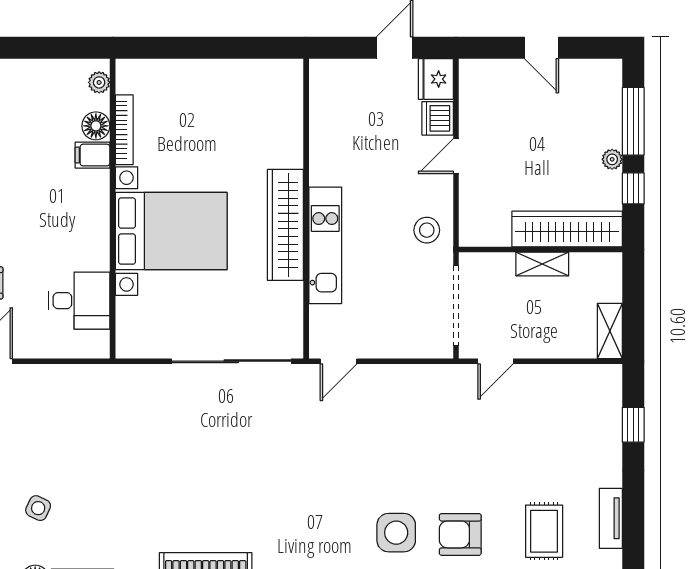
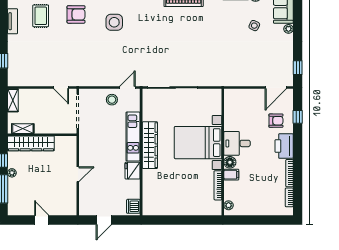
fridge: (436, 79) -> (133, 171), moved, turned 180
dishwasher: (438, 118) -> (133, 206), moved, turned 180
floor lamp: (96, 126) -> (230, 162), moved
stool: (427, 230) -> (112, 100), moved
shelving: (542, 264) -> (23, 129), moved
desk: (79, 301) -> (237, 143), moved
door: (496, 361) -> (61, 88), swing flipped
side table: (396, 533) -> (114, 22), moved

